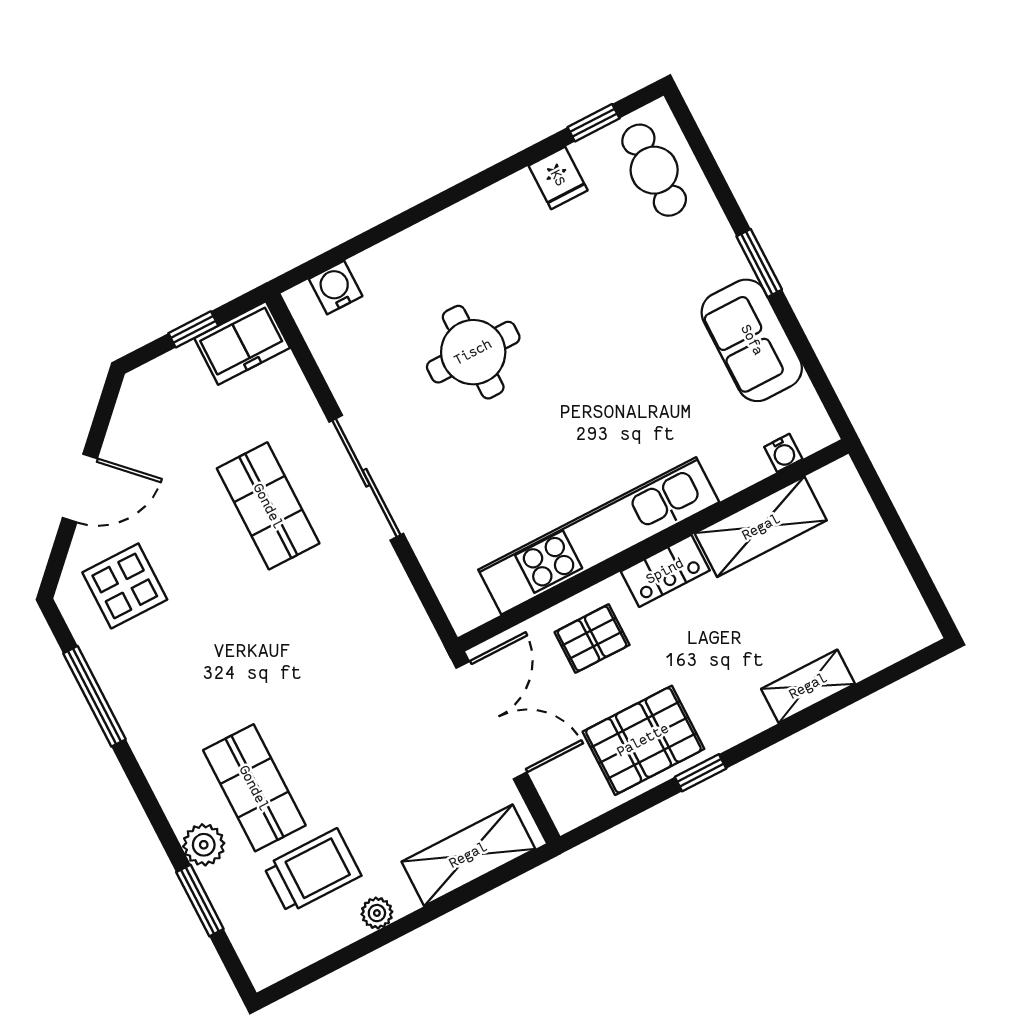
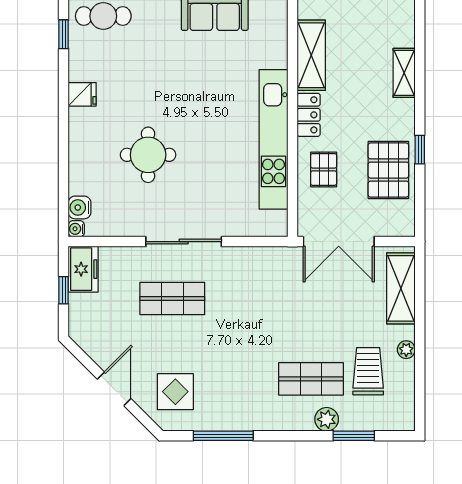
fridge: (558, 178) -> (82, 94), moved
water cooler: (783, 453) -> (76, 229), moved, turned 180
double door: (491, 720) -> (339, 242), swing flipped

